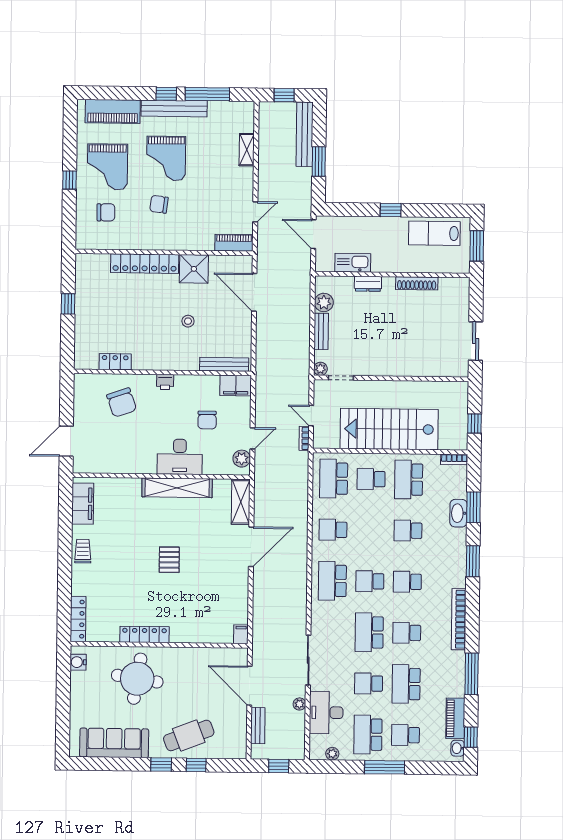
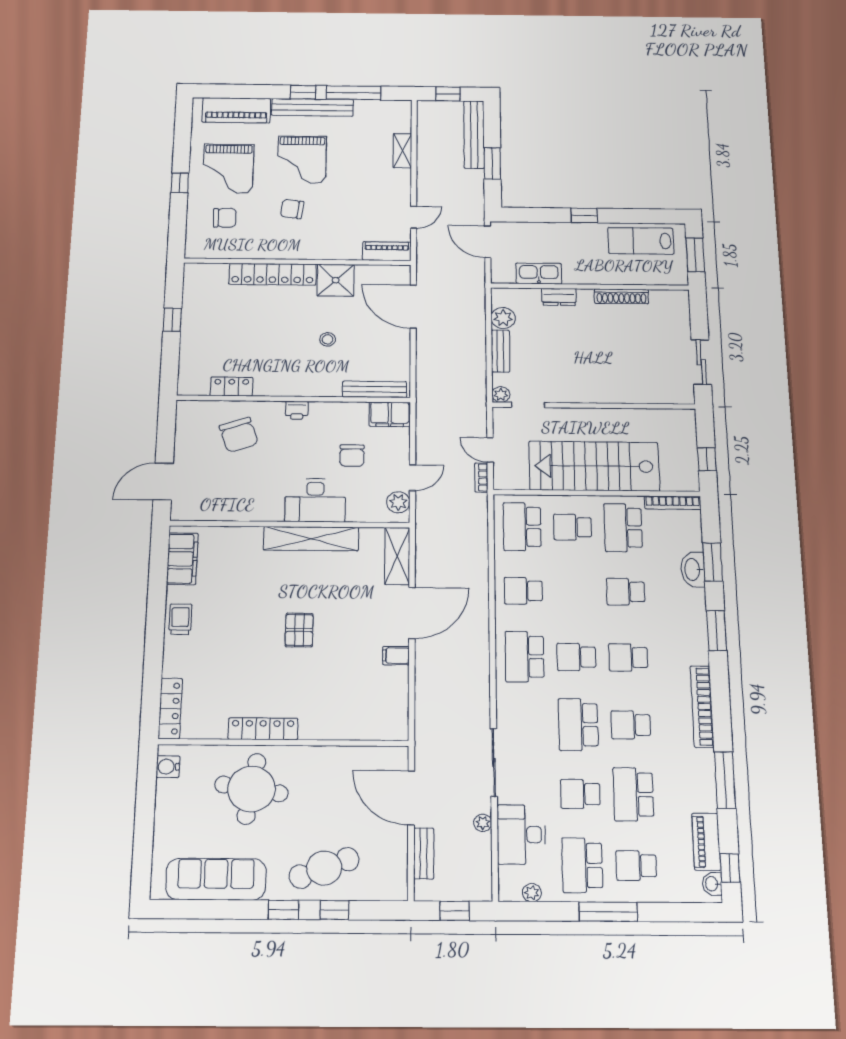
bookcase: (454, 459) -> (673, 503), width x1.56
filing cabinet: (241, 634) -> (396, 656), moved, turned -90

